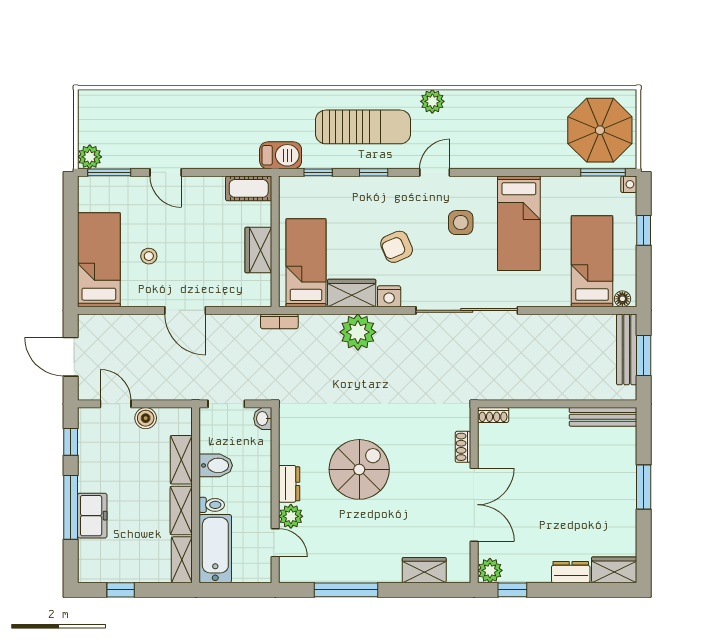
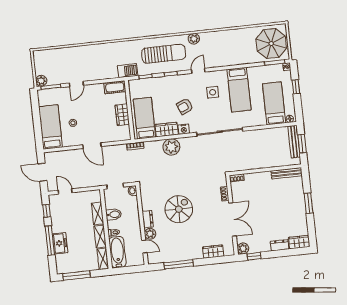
door: (166, 172) -> (76, 84), hinge flipped
boiler: (146, 418) -> (79, 196), removed
window: (121, 590) -> (77, 275), width x2.17

